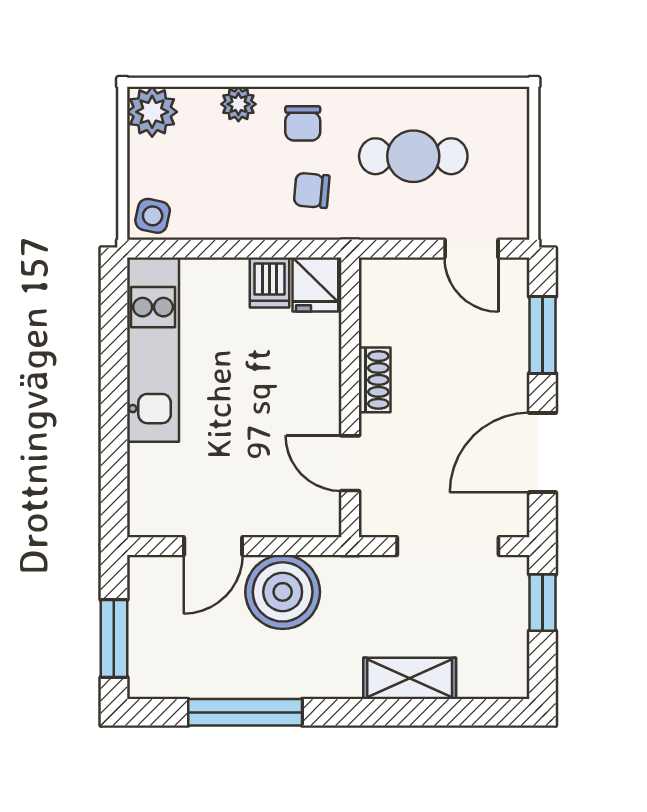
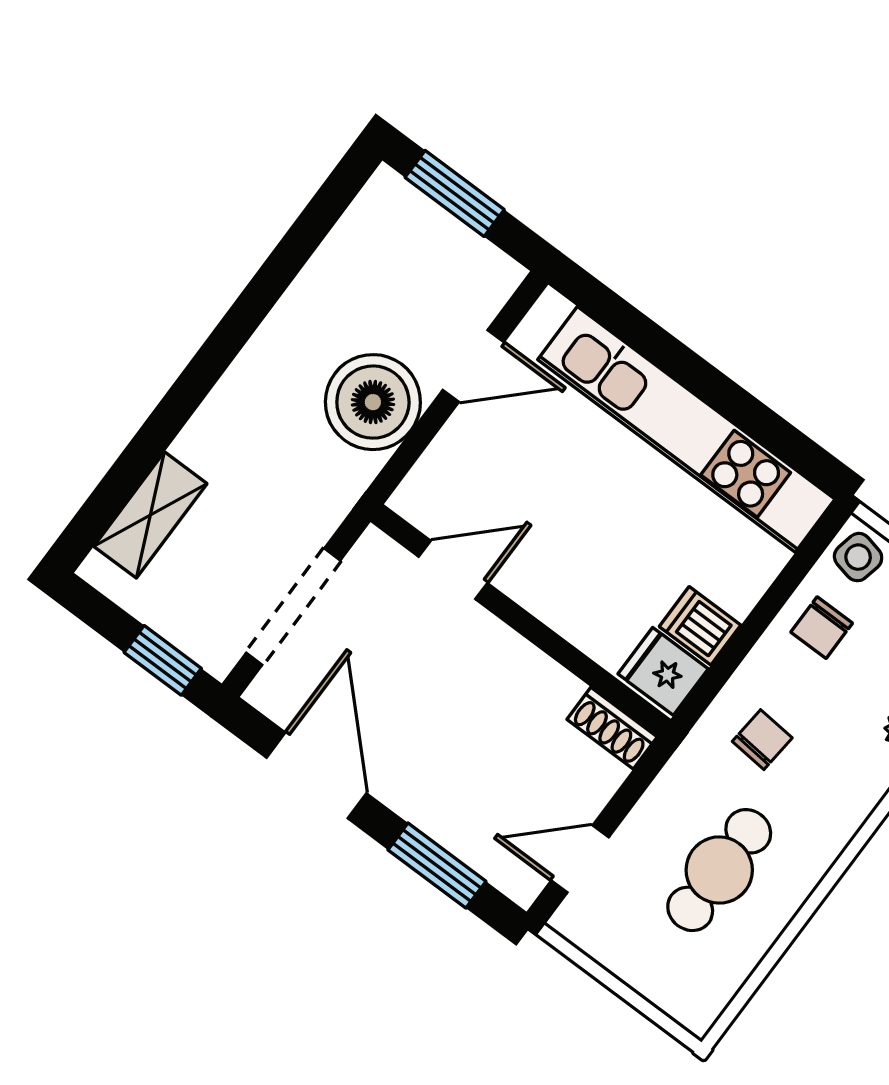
chair: (303, 123) -> (822, 628), moved, turned -90
kitchen unit: (153, 350) -> (686, 429), width x1.36
shoe rack: (375, 380) -> (612, 728), moved
door: (213, 546) -> (473, 366), swing flipped
shelving: (410, 678) -> (150, 515), moved
window: (245, 712) -> (278, 271), removed

